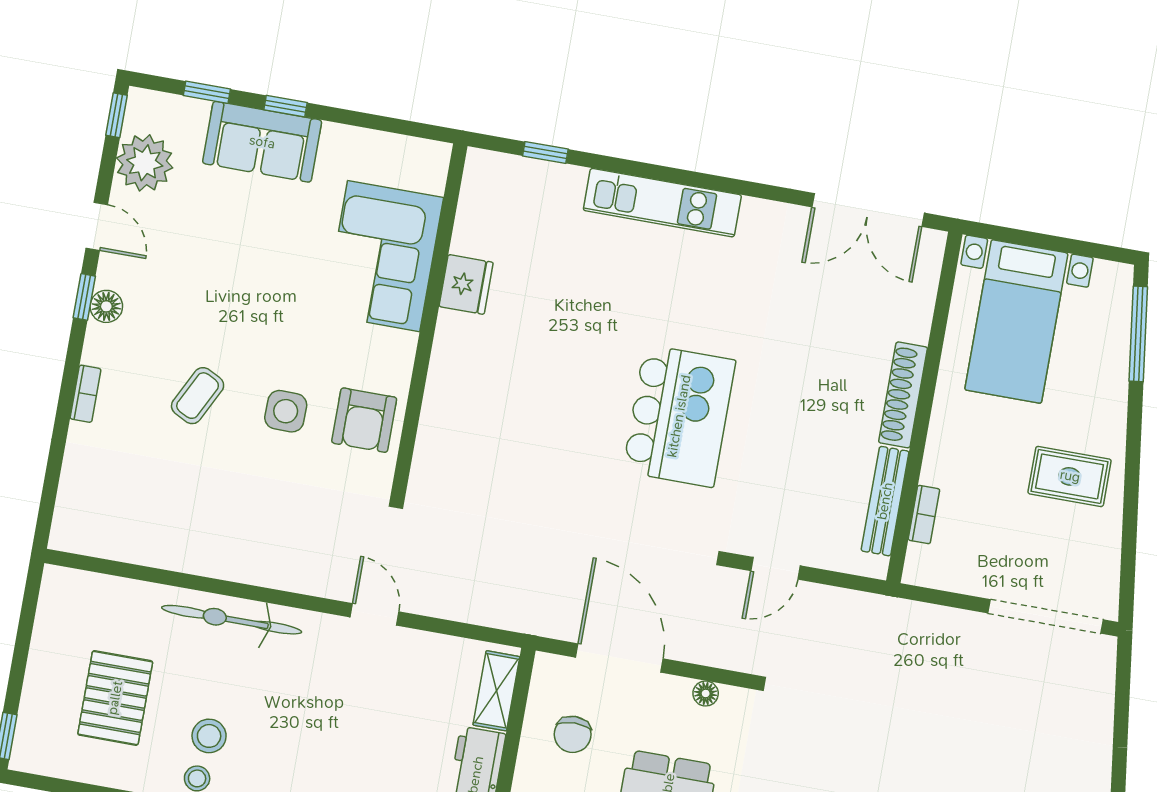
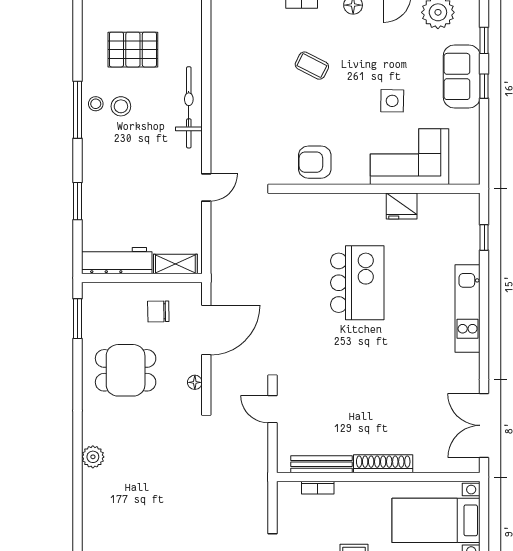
side table: (286, 411) -> (392, 101), moved
kitchen island: (679, 416) -> (357, 283), moved, turned -90

